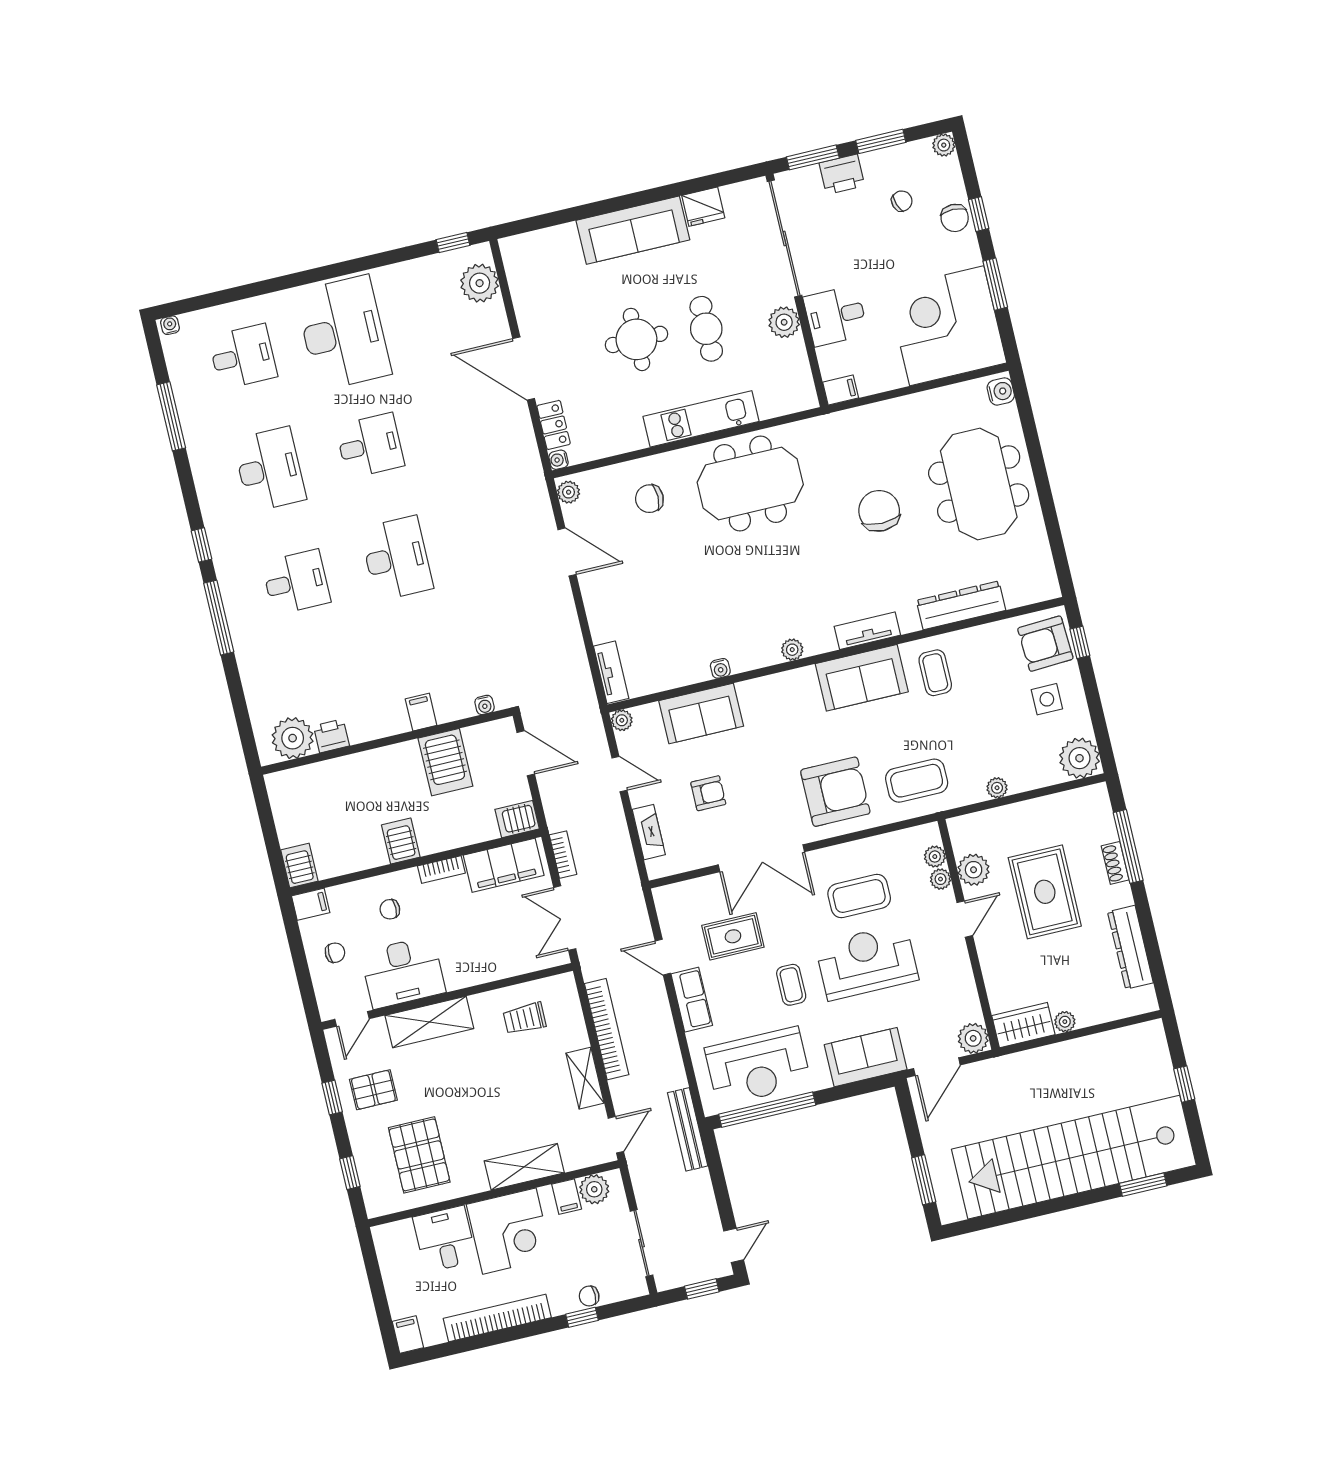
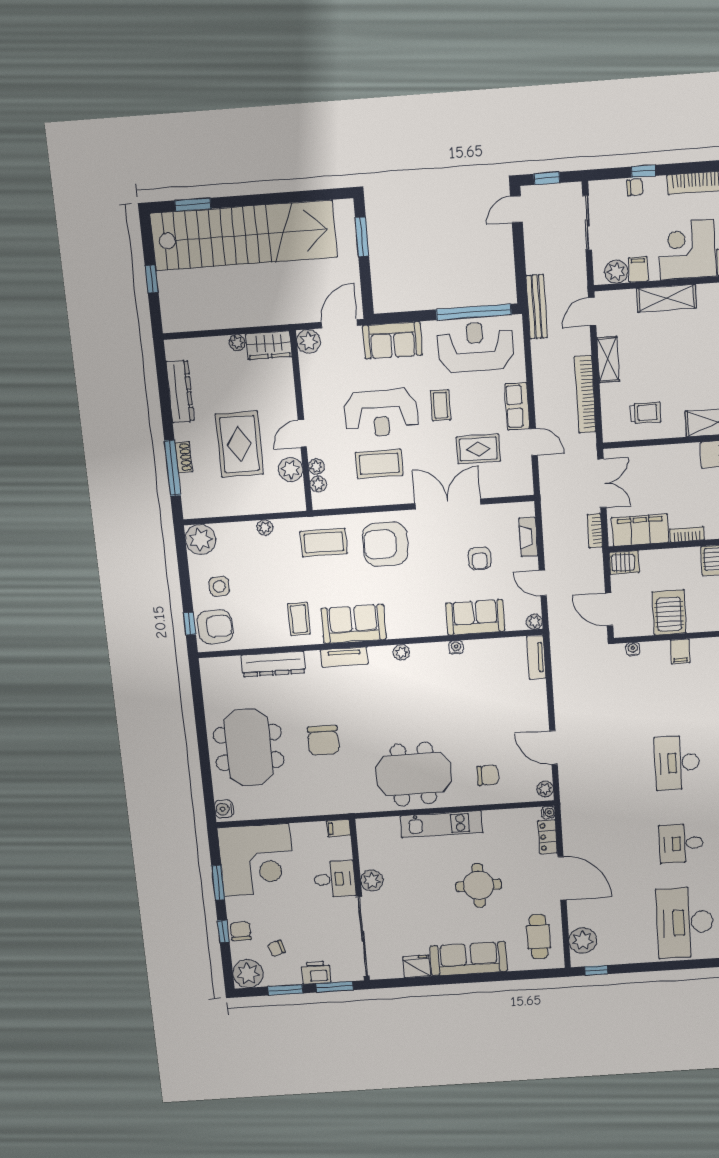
plant: (944, 145) -> (248, 974), width x1.88, depth x1.88
cafe table: (706, 329) -> (539, 937), moved
armchair: (708, 793) -> (480, 558), turned -90

